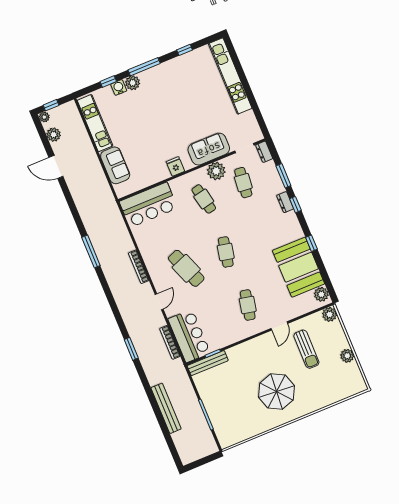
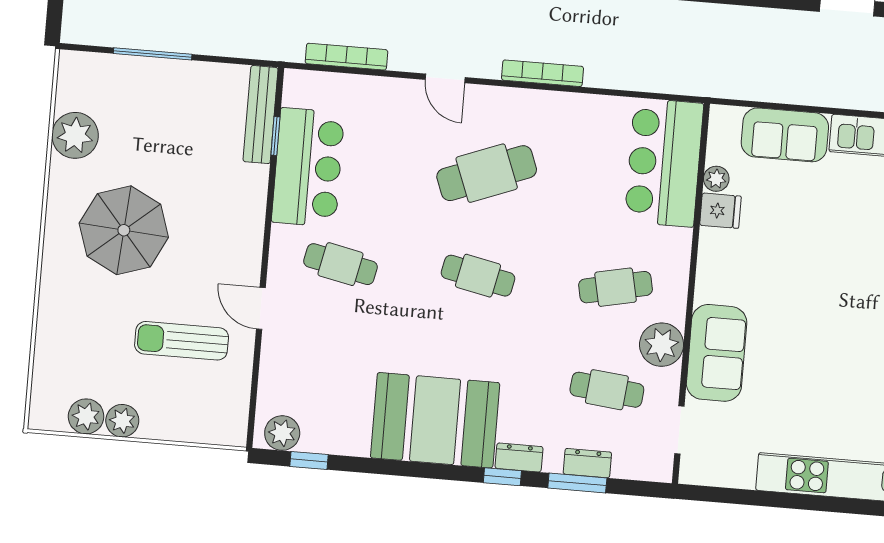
dresser: (264, 152) -> (587, 463), moved
fridge: (175, 167) -> (720, 211), moved
plant: (144, 182) -> (716, 179), added
window: (311, 243) -> (309, 460), moved
booth: (299, 267) -> (435, 420), moved
plant: (330, 314) -> (86, 416), moved
bar counter: (189, 336) -> (308, 167), moved, turned -90
plant: (251, 428) -> (75, 135), added

